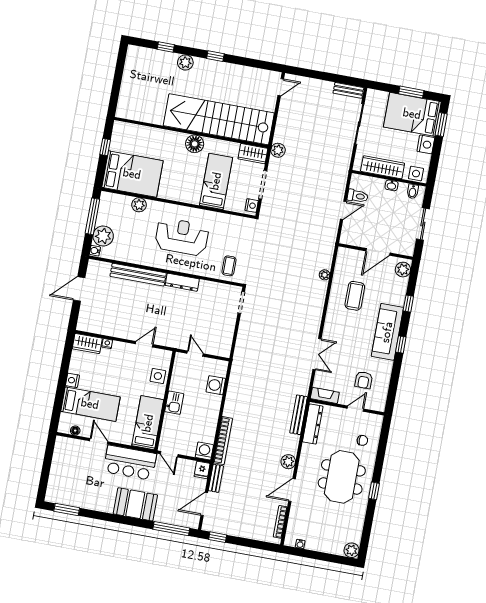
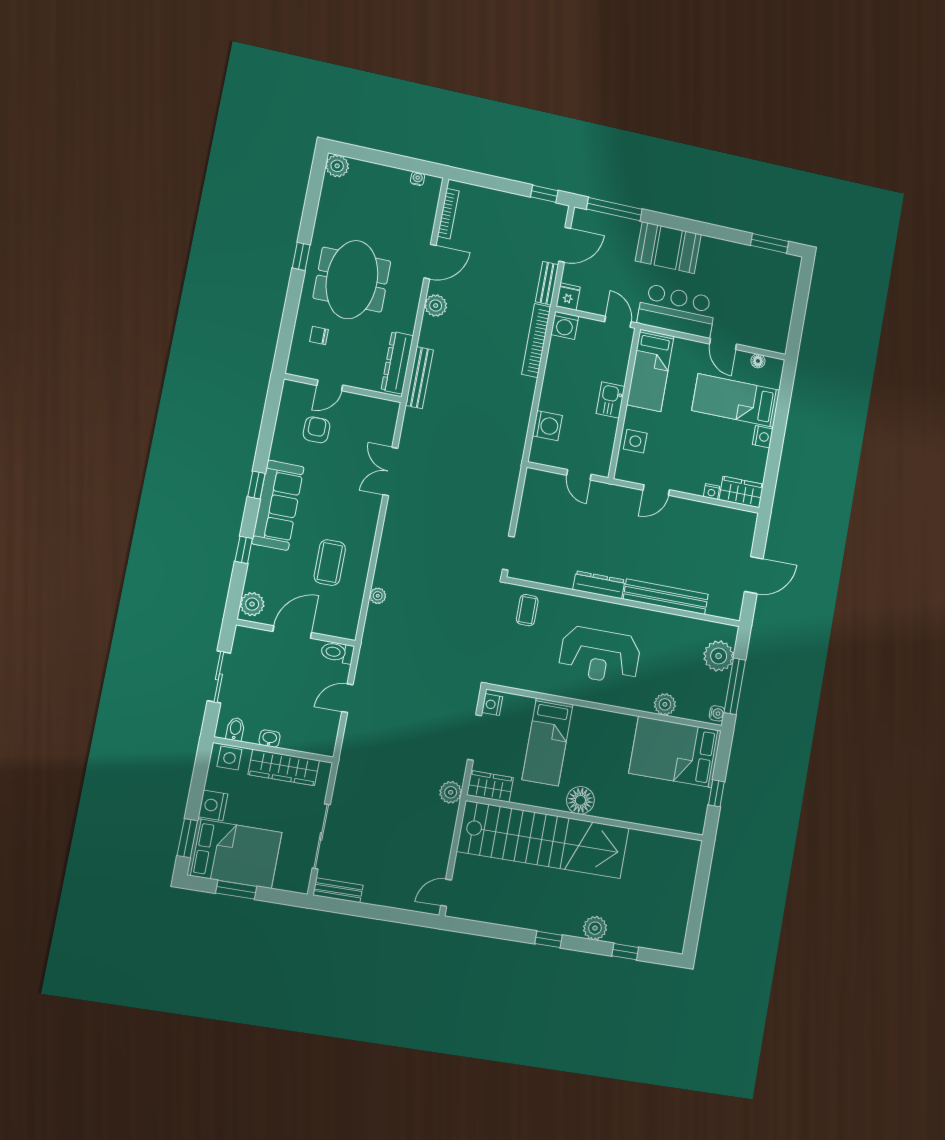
toilet: (358, 196) -> (337, 652), moved
water cooler: (95, 251) -> (717, 713), moved
fireplace: (325, 395) -> (378, 407), removed

